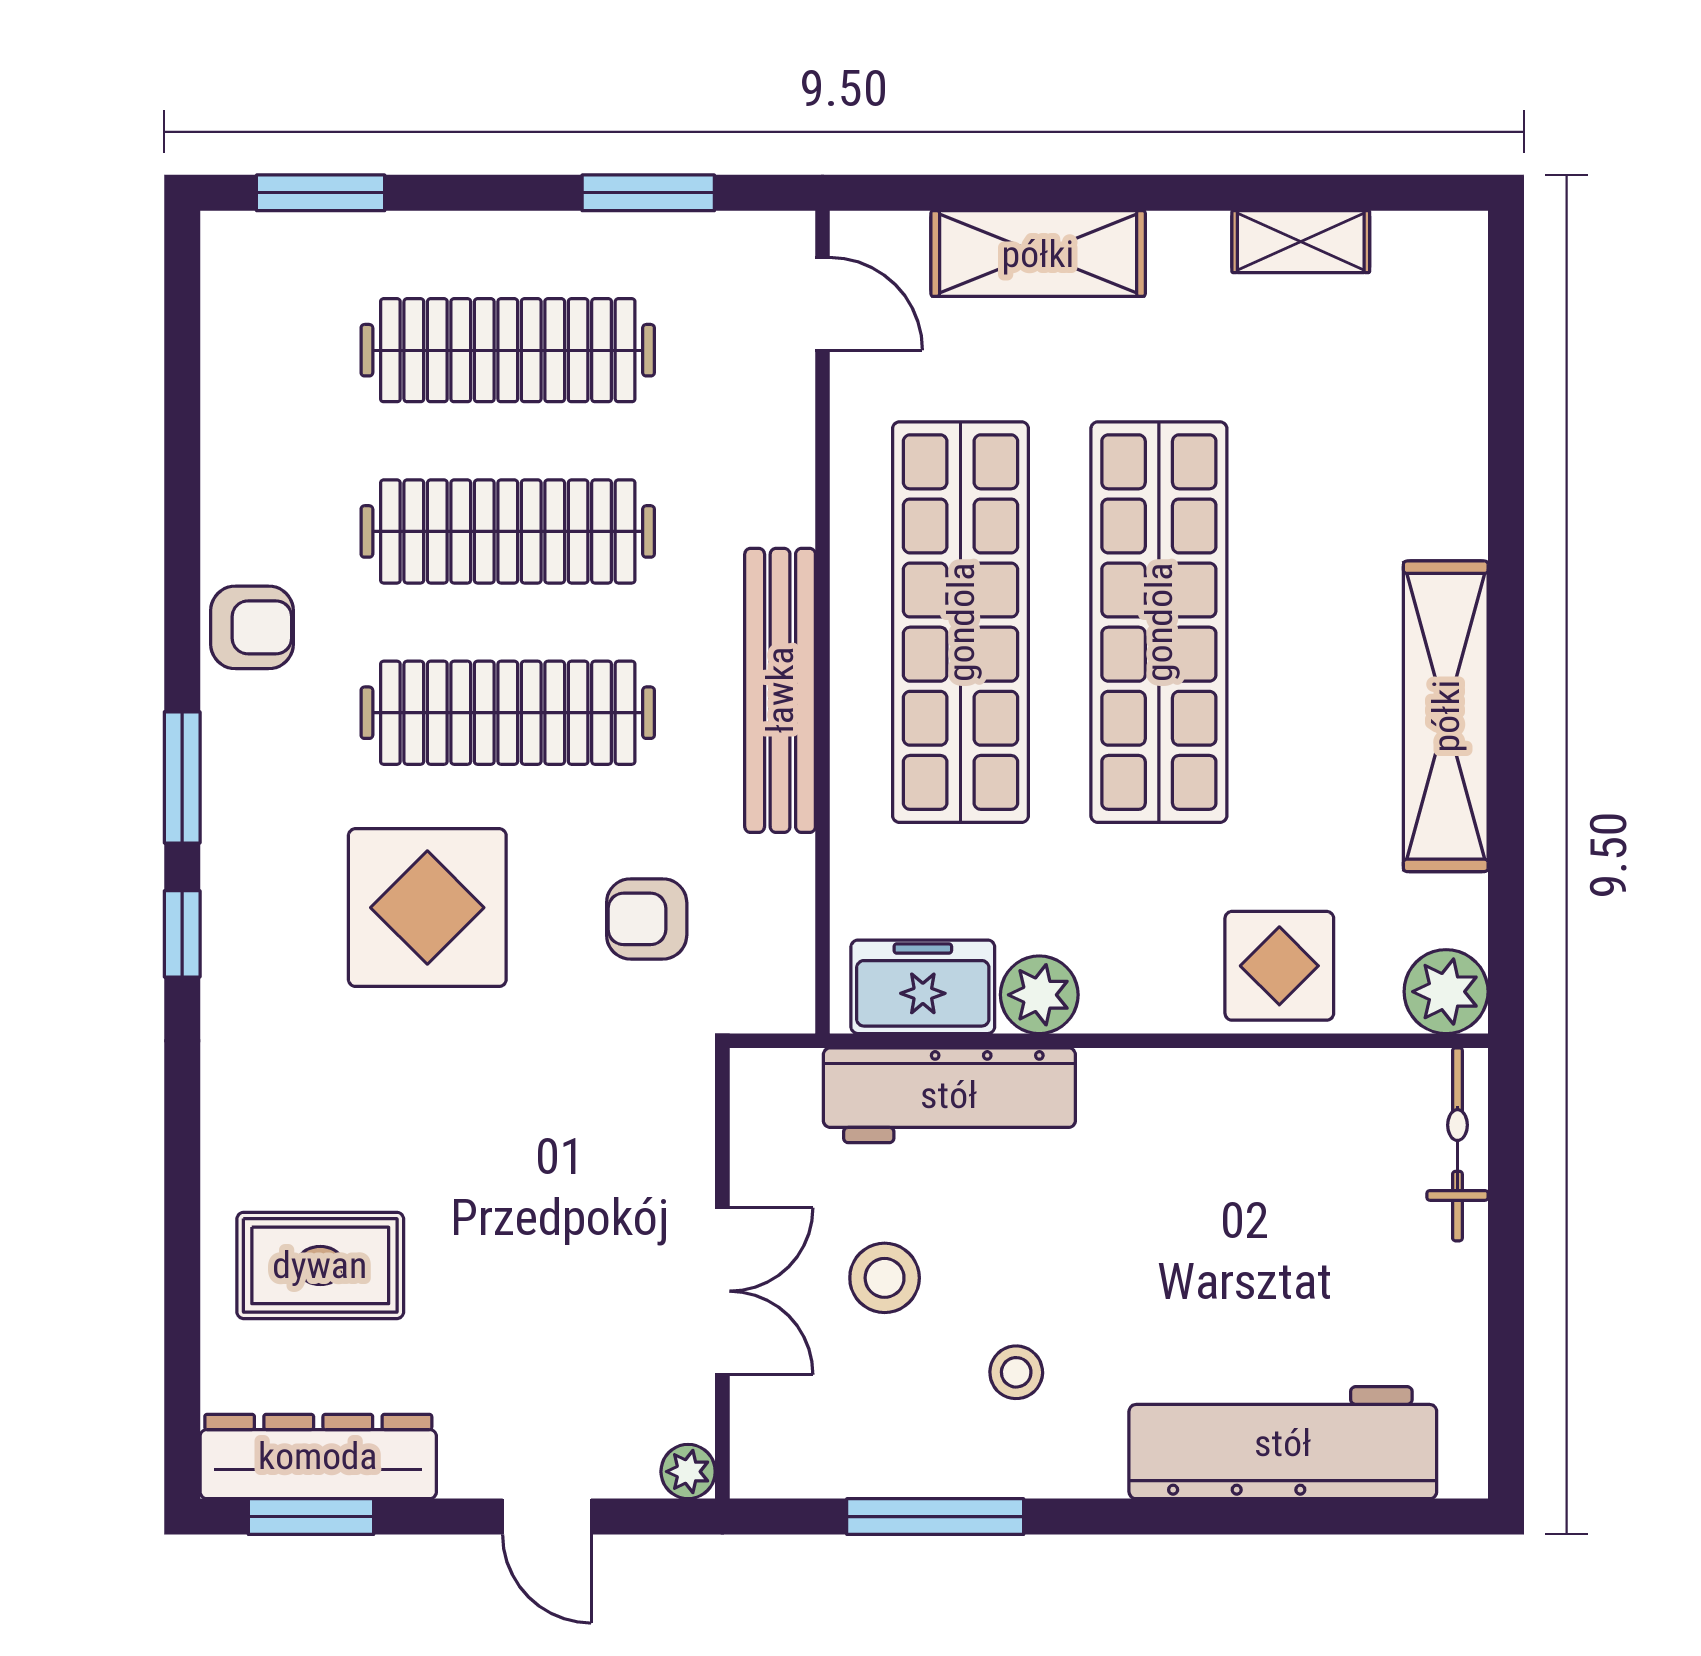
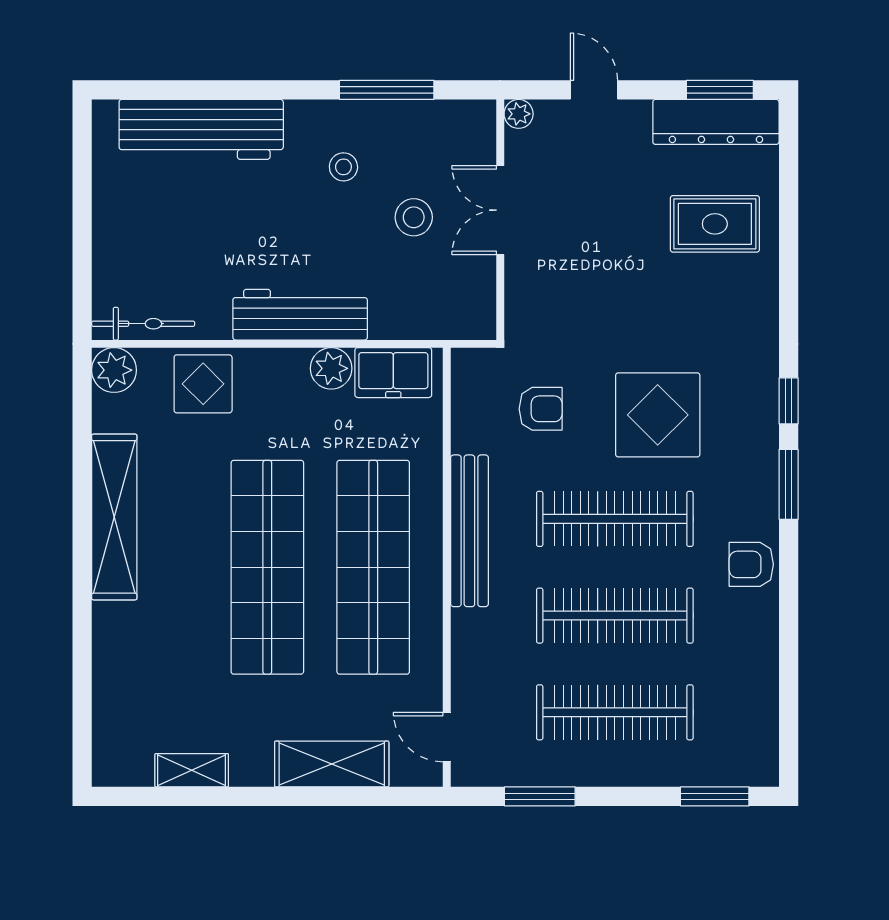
workbench: (949, 1095) -> (300, 315), moved
bicycle: (1457, 1144) -> (143, 324), moved, turned -90

